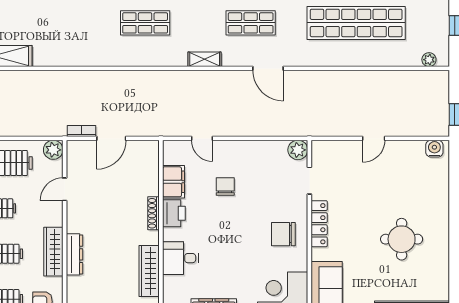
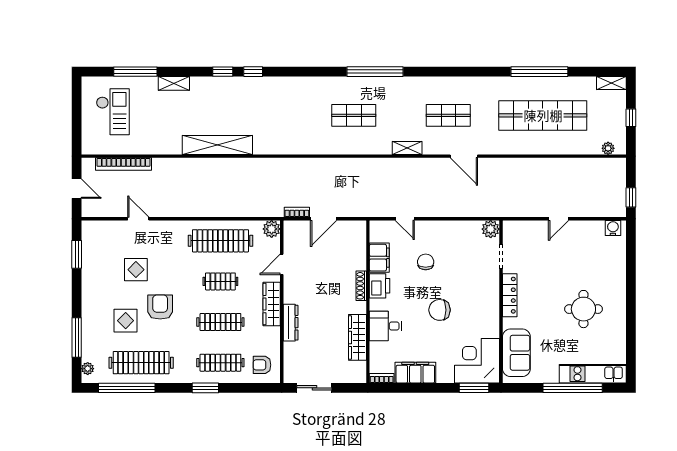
chair: (283, 234) -> (440, 310), moved
wardrobe: (53, 252) -> (272, 304), moved

